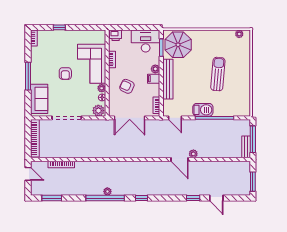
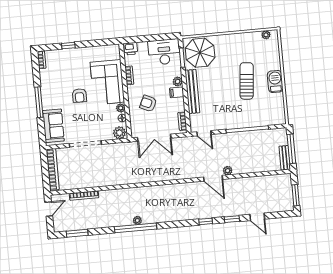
barbecue: (203, 110) -> (275, 82), moved, turned -90
door: (28, 174) -> (49, 209), hinge flipped
window: (141, 198) -> (206, 221), moved

